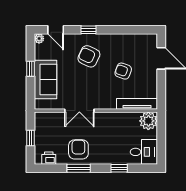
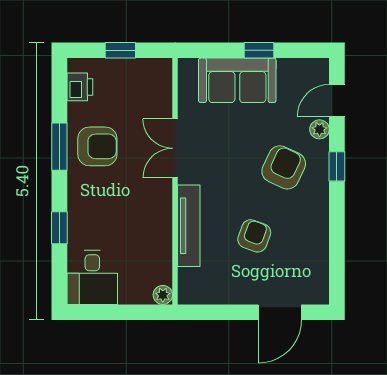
plant: (39, 39) -> (319, 129), moved
tv unit: (137, 104) -> (189, 226), moved
plant: (148, 121) -> (163, 295), width x0.53, depth x0.53

